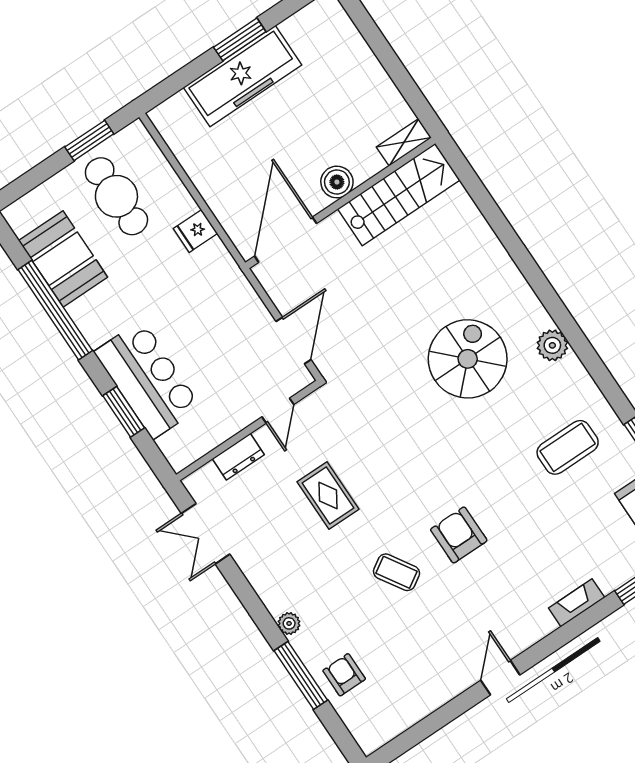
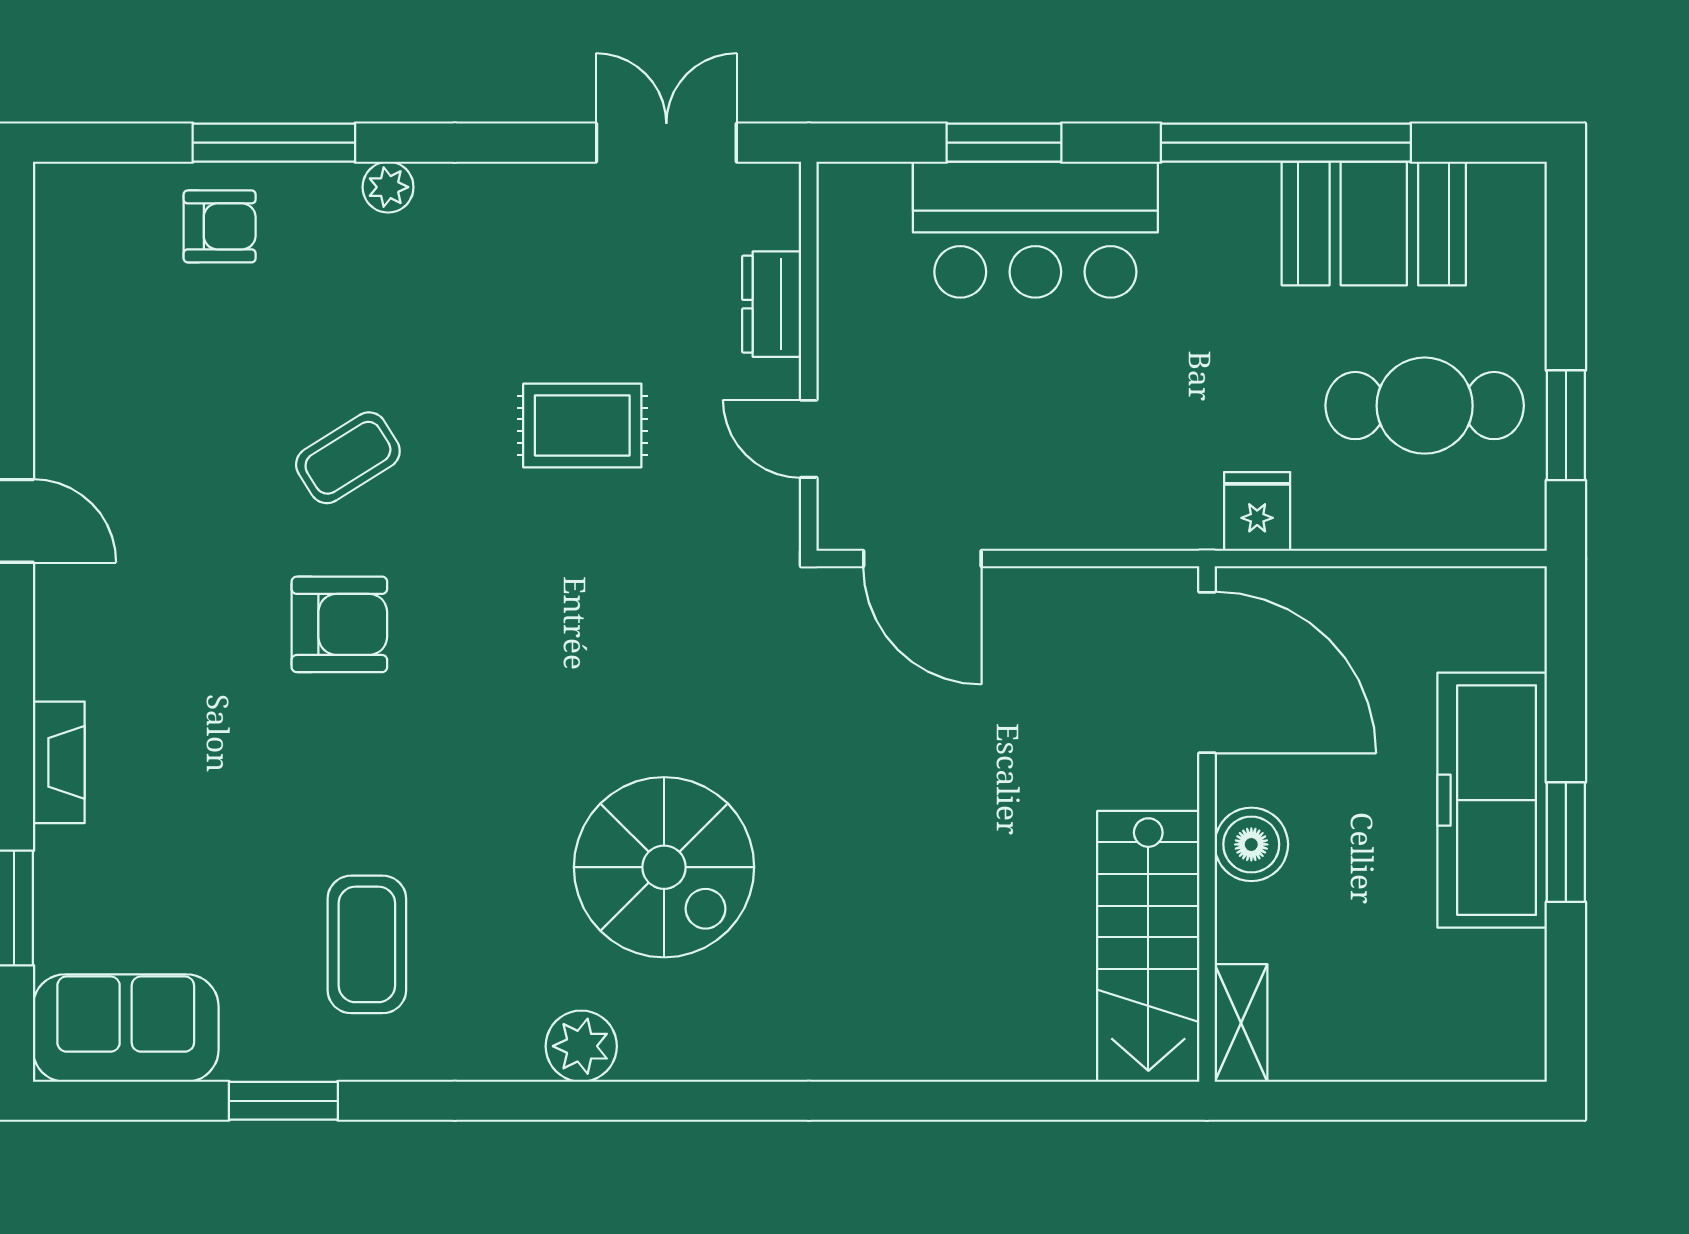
shelving: (404, 142) -> (1241, 1023), moved
boiler: (337, 182) -> (1251, 844), moved
stairs: (399, 194) -> (1148, 946), moved
wall: (340, 203) -> (1207, 824), moved
door: (286, 240) -> (1207, 672), moved

